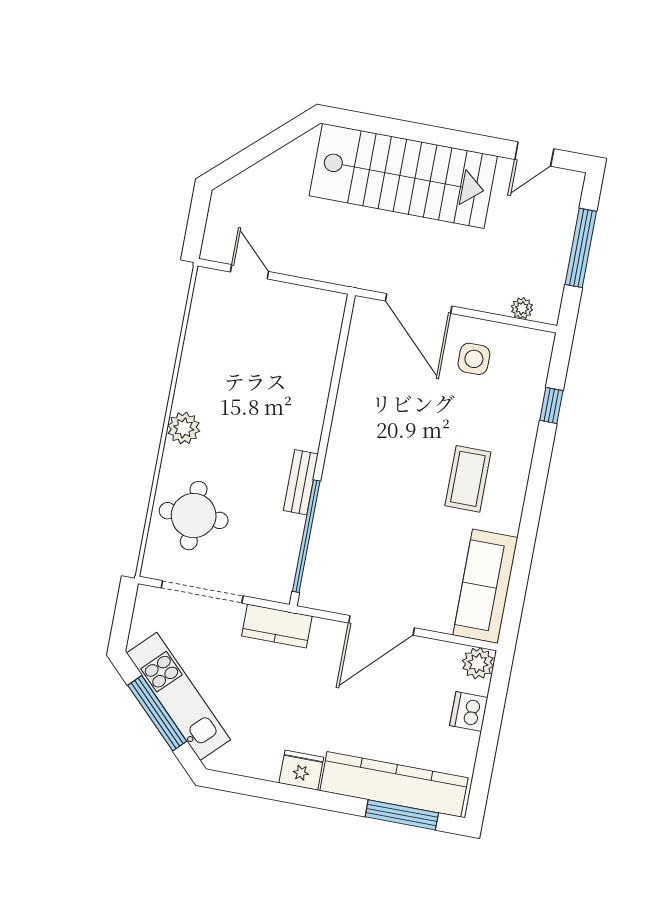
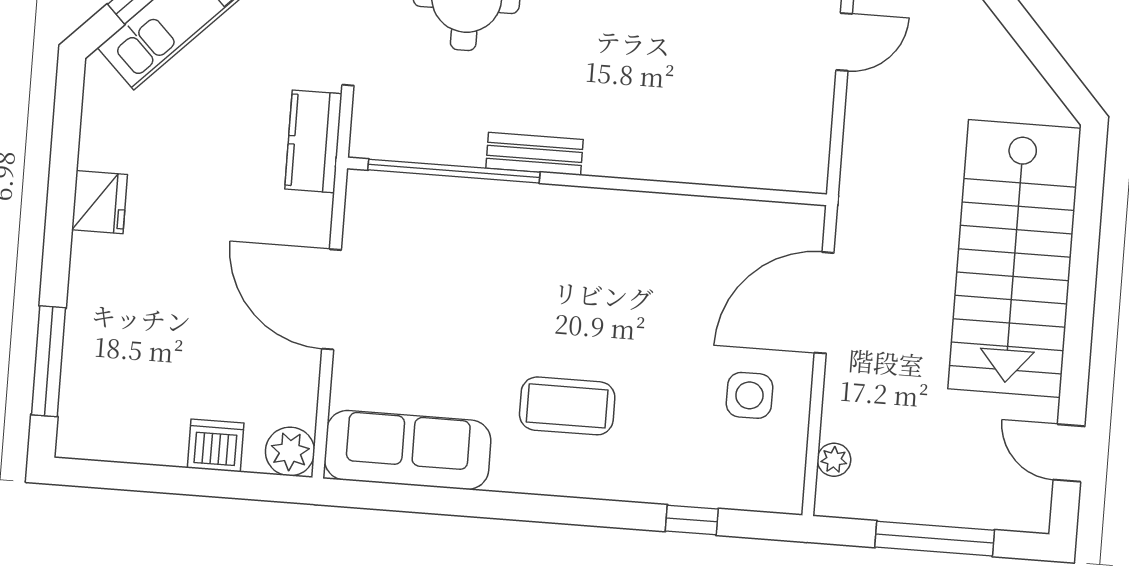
kitchen counter: (394, 784) -> (93, 344), removed

